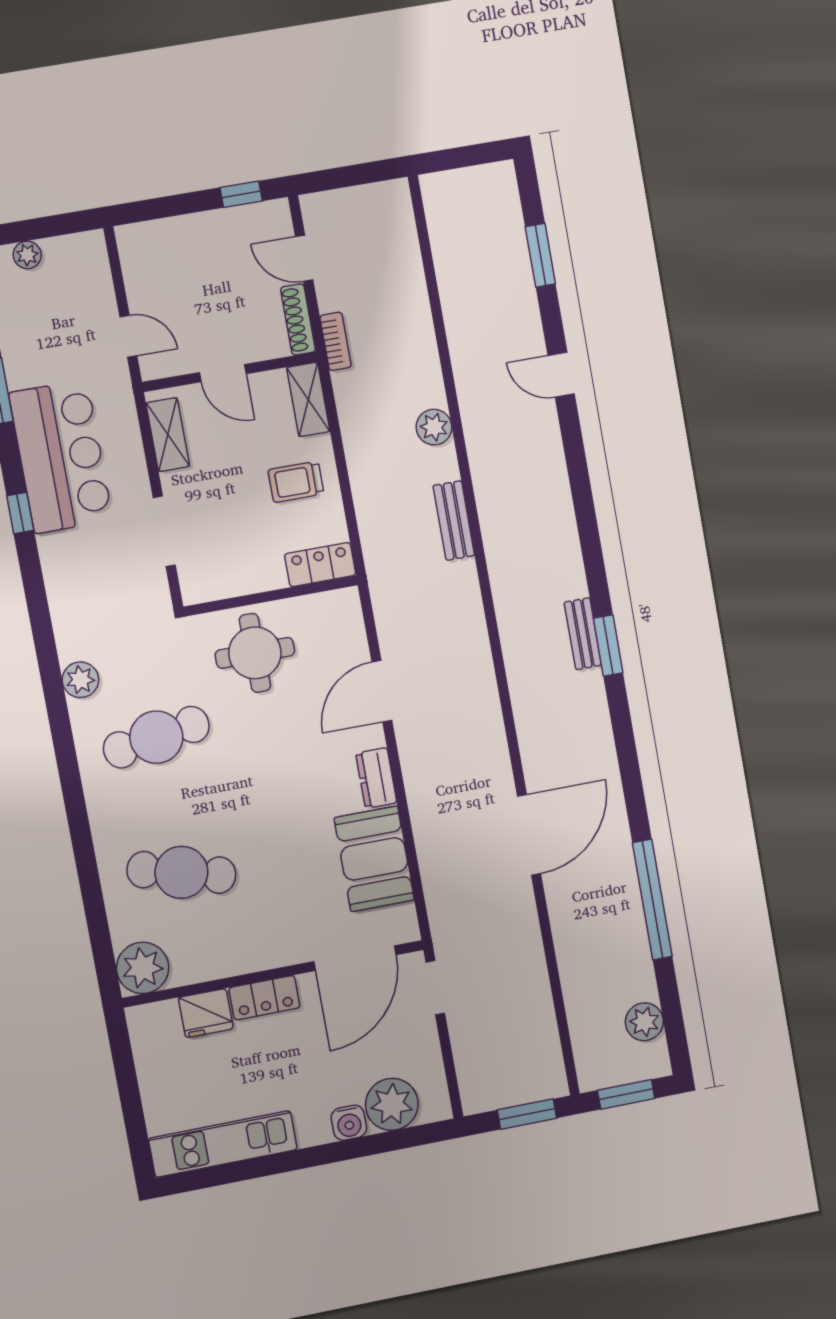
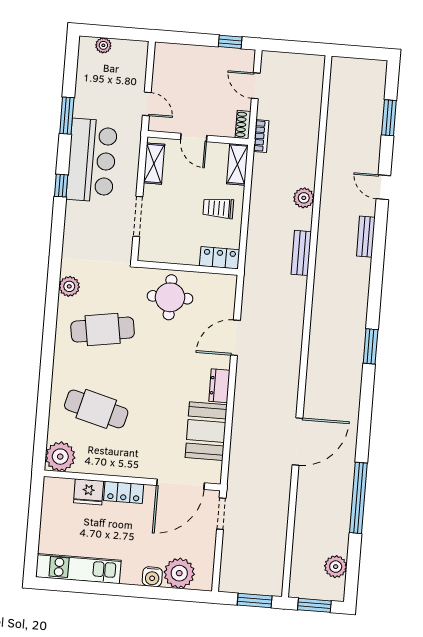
shoe rack: (298, 319) -> (243, 125), width x0.70
bench: (583, 634) -> (366, 237), moved

